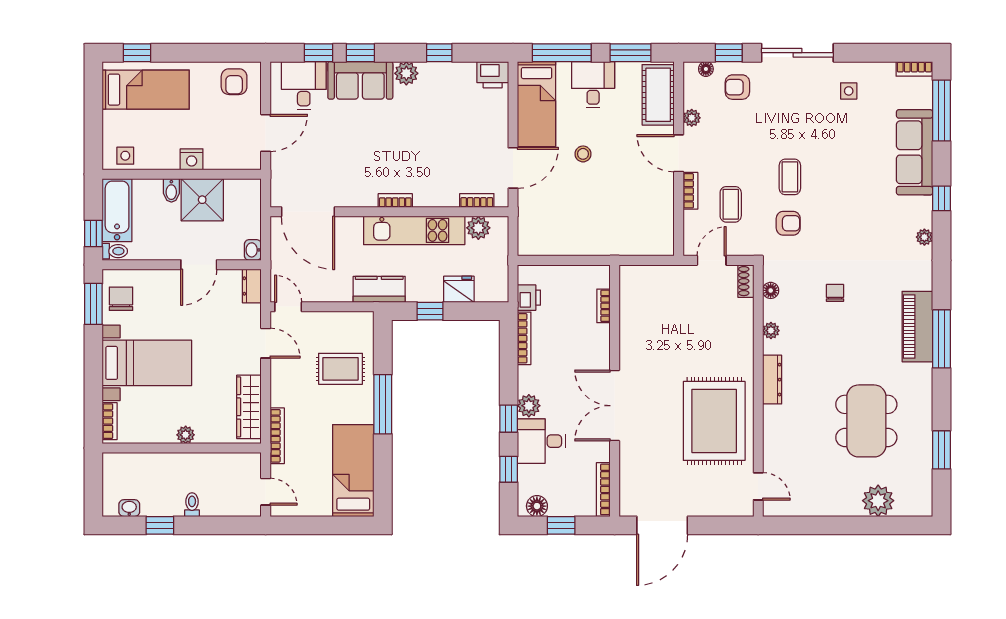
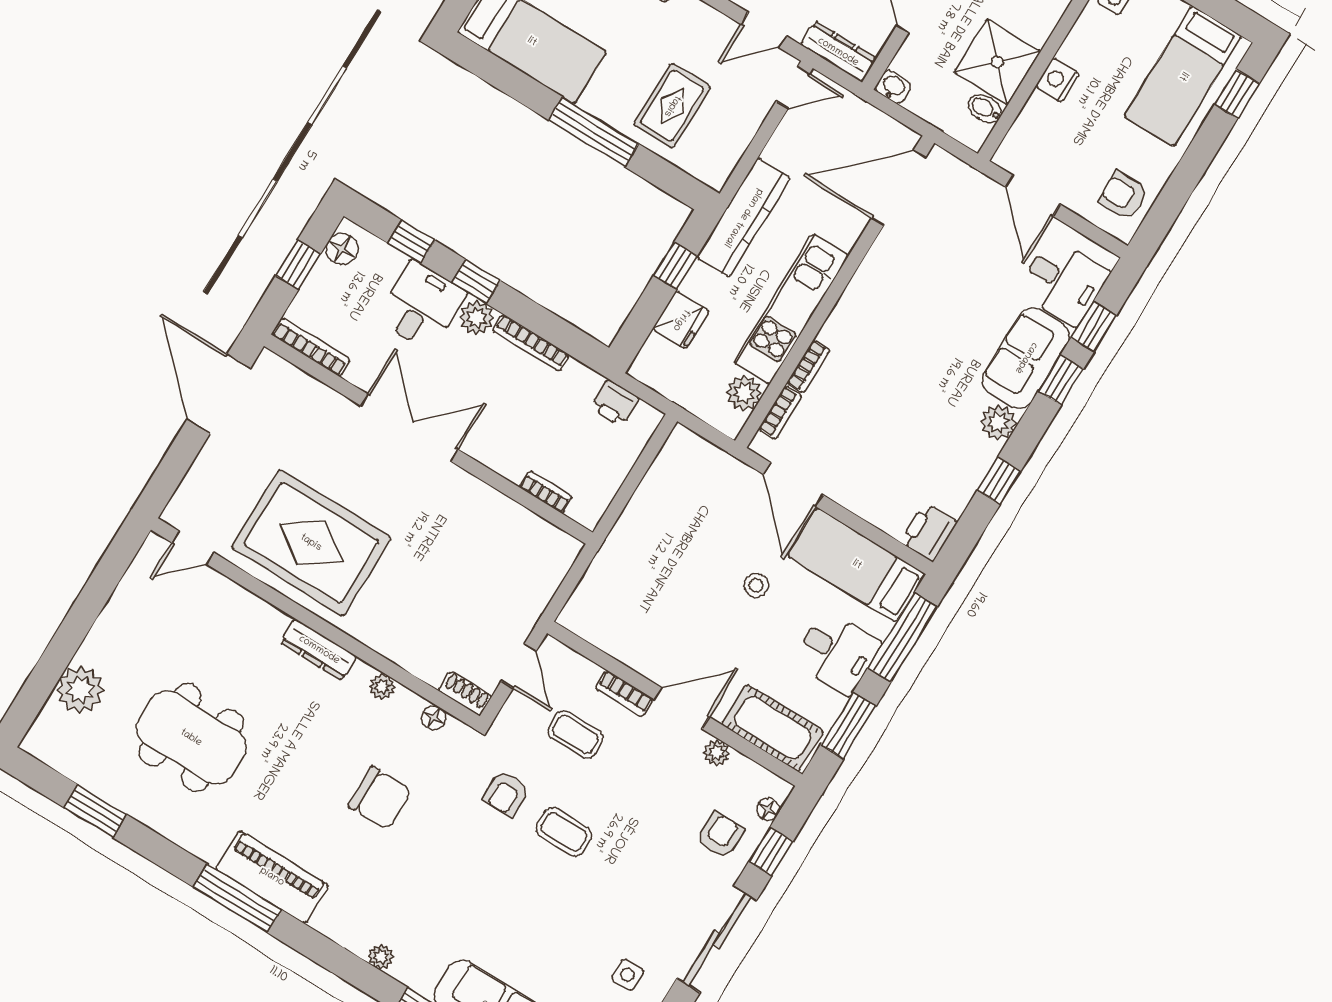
bidet: (171, 190) -> (985, 109), moved
bookcase: (395, 201) -> (808, 367), moved
dresser: (252, 286) -> (838, 52), width x1.44
kitchen counter: (379, 289) -> (743, 218), width x1.50
chair: (835, 293) -> (380, 798), width x1.87, depth x1.87
bookcase: (524, 338) -> (531, 343), moved

